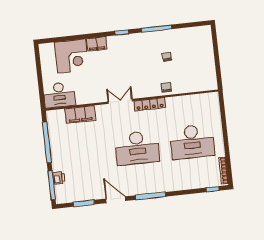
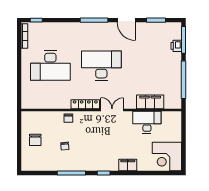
corner desk: (72, 56) -> (167, 157), moved, turned -90
chair: (199, 60) -> (35, 140), added
desk: (59, 95) -> (147, 122), moved
double door: (120, 101) -> (112, 110), swing flipped
desk: (192, 142) -> (50, 66), turned 180

